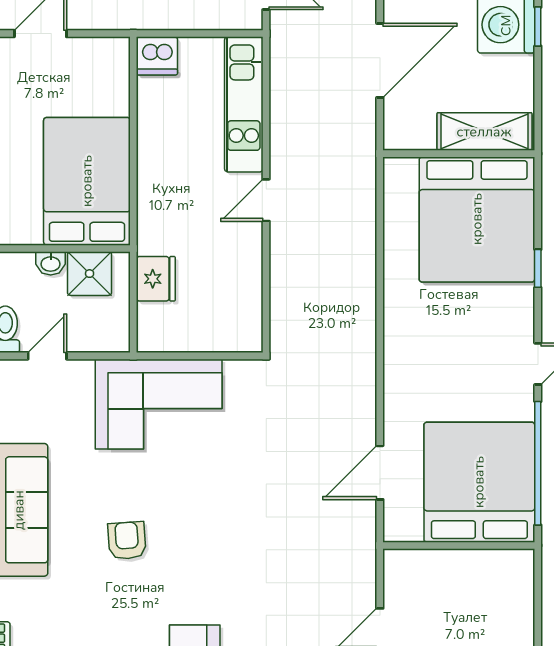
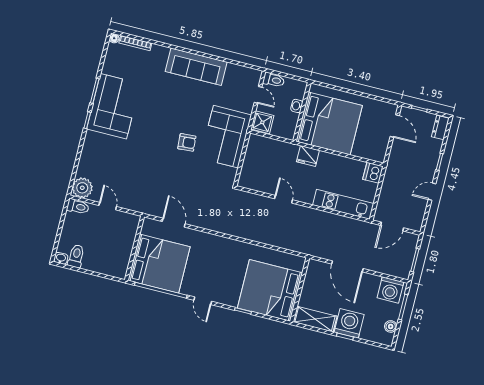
shelving: (484, 132) -> (315, 319), moved, turned 90
bed: (87, 181) -> (329, 123), width x1.36
door: (266, 200) -> (284, 199), moved
shower: (90, 274) -> (262, 122), moved
fridge: (156, 279) -> (308, 156), moved
armchair: (127, 541) -> (187, 142), moved

